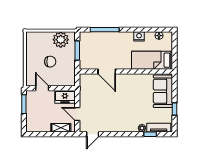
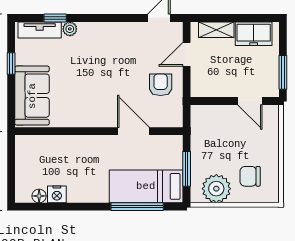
nightstand: (139, 36) -> (57, 194), moved
bed: (152, 60) -> (146, 186), moved, turned 180
chair: (50, 62) -> (250, 176), moved
freezer: (65, 97) -> (254, 34), moved, turned 180
armchair: (92, 97) -> (161, 85), added
door: (77, 114) -> (187, 54), swing flipped

